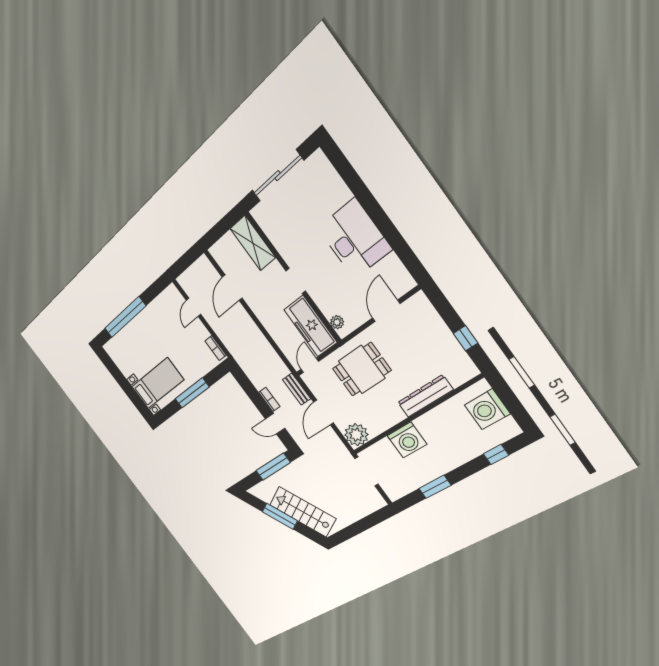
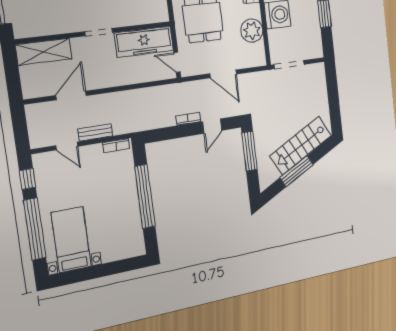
door: (232, 288) -> (71, 96), swing flipped
window: (154, 290) -> (27, 179), added
plant: (337, 322) -> (153, 17), removed
bed with nightstands: (158, 383) -> (71, 240), moved
bench: (297, 389) -> (95, 132), moved
window: (192, 393) -> (145, 197), width x1.46
plant: (356, 435) -> (252, 31), moved

